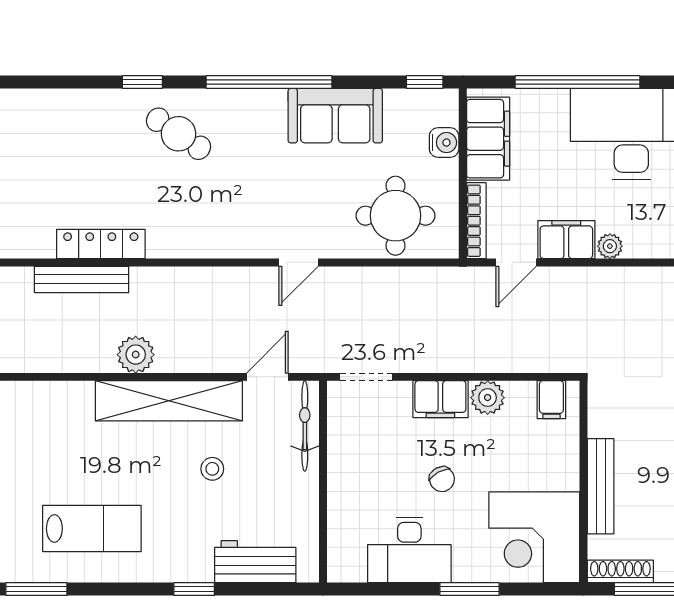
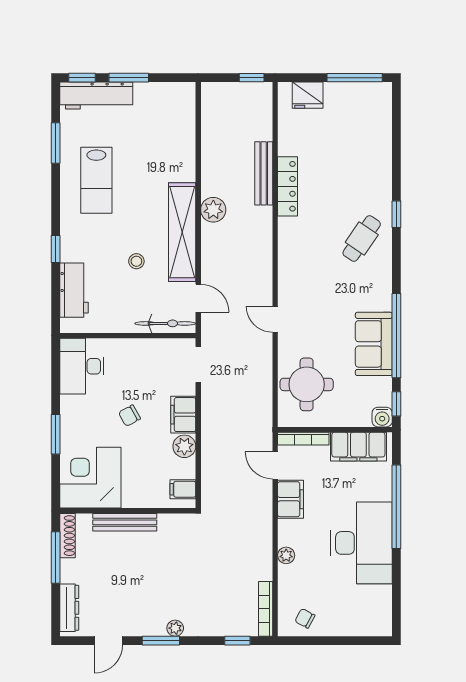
window: (269, 82) -> (396, 336), moved
water cooler: (444, 143) -> (382, 417), moved
plant: (610, 246) -> (286, 555), moved
desk: (409, 550) -> (82, 366), moved

